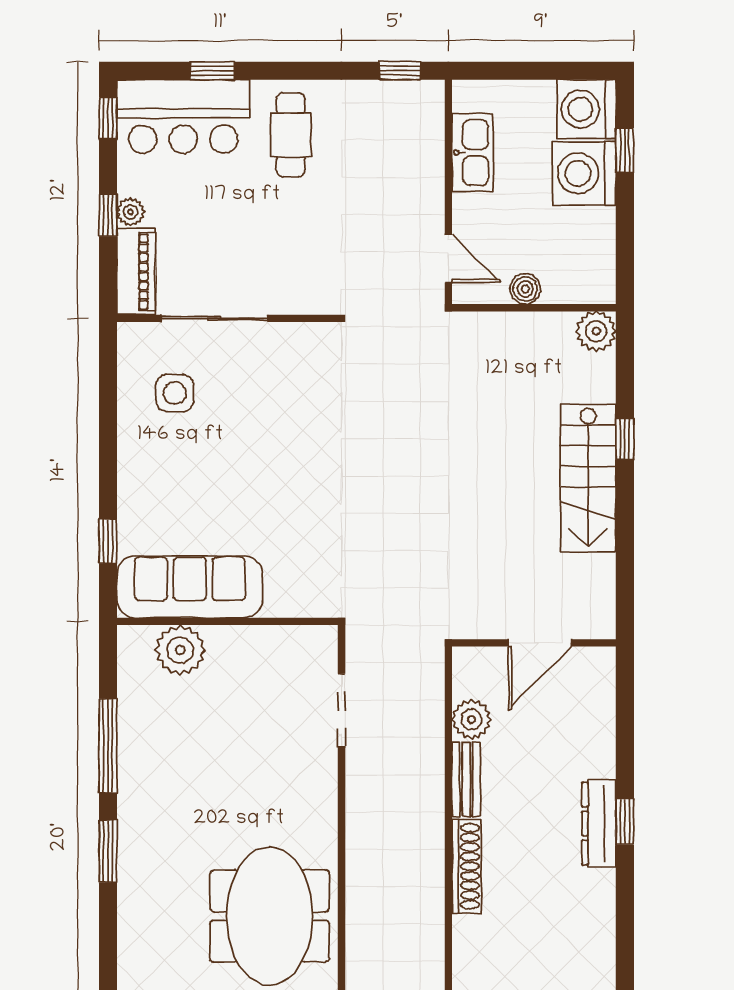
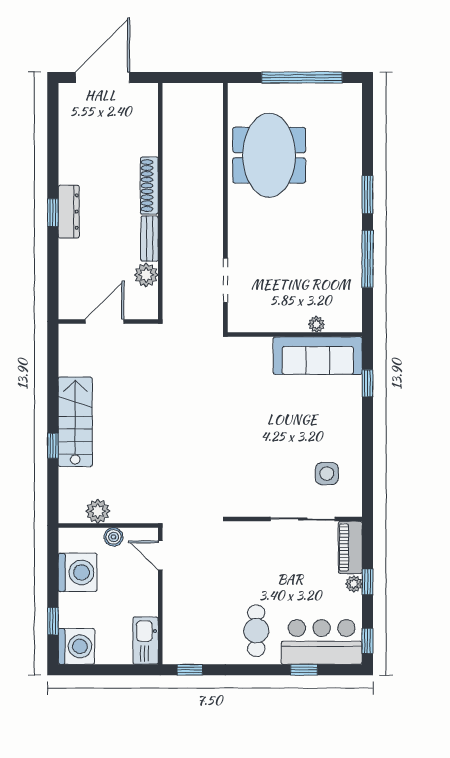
kitchen sink: (473, 153) -> (146, 641), moved
washing machine: (584, 173) -> (78, 572), moved
plant: (596, 331) -> (98, 511), moved
plant: (180, 650) -> (316, 324), width x0.53, depth x0.53

